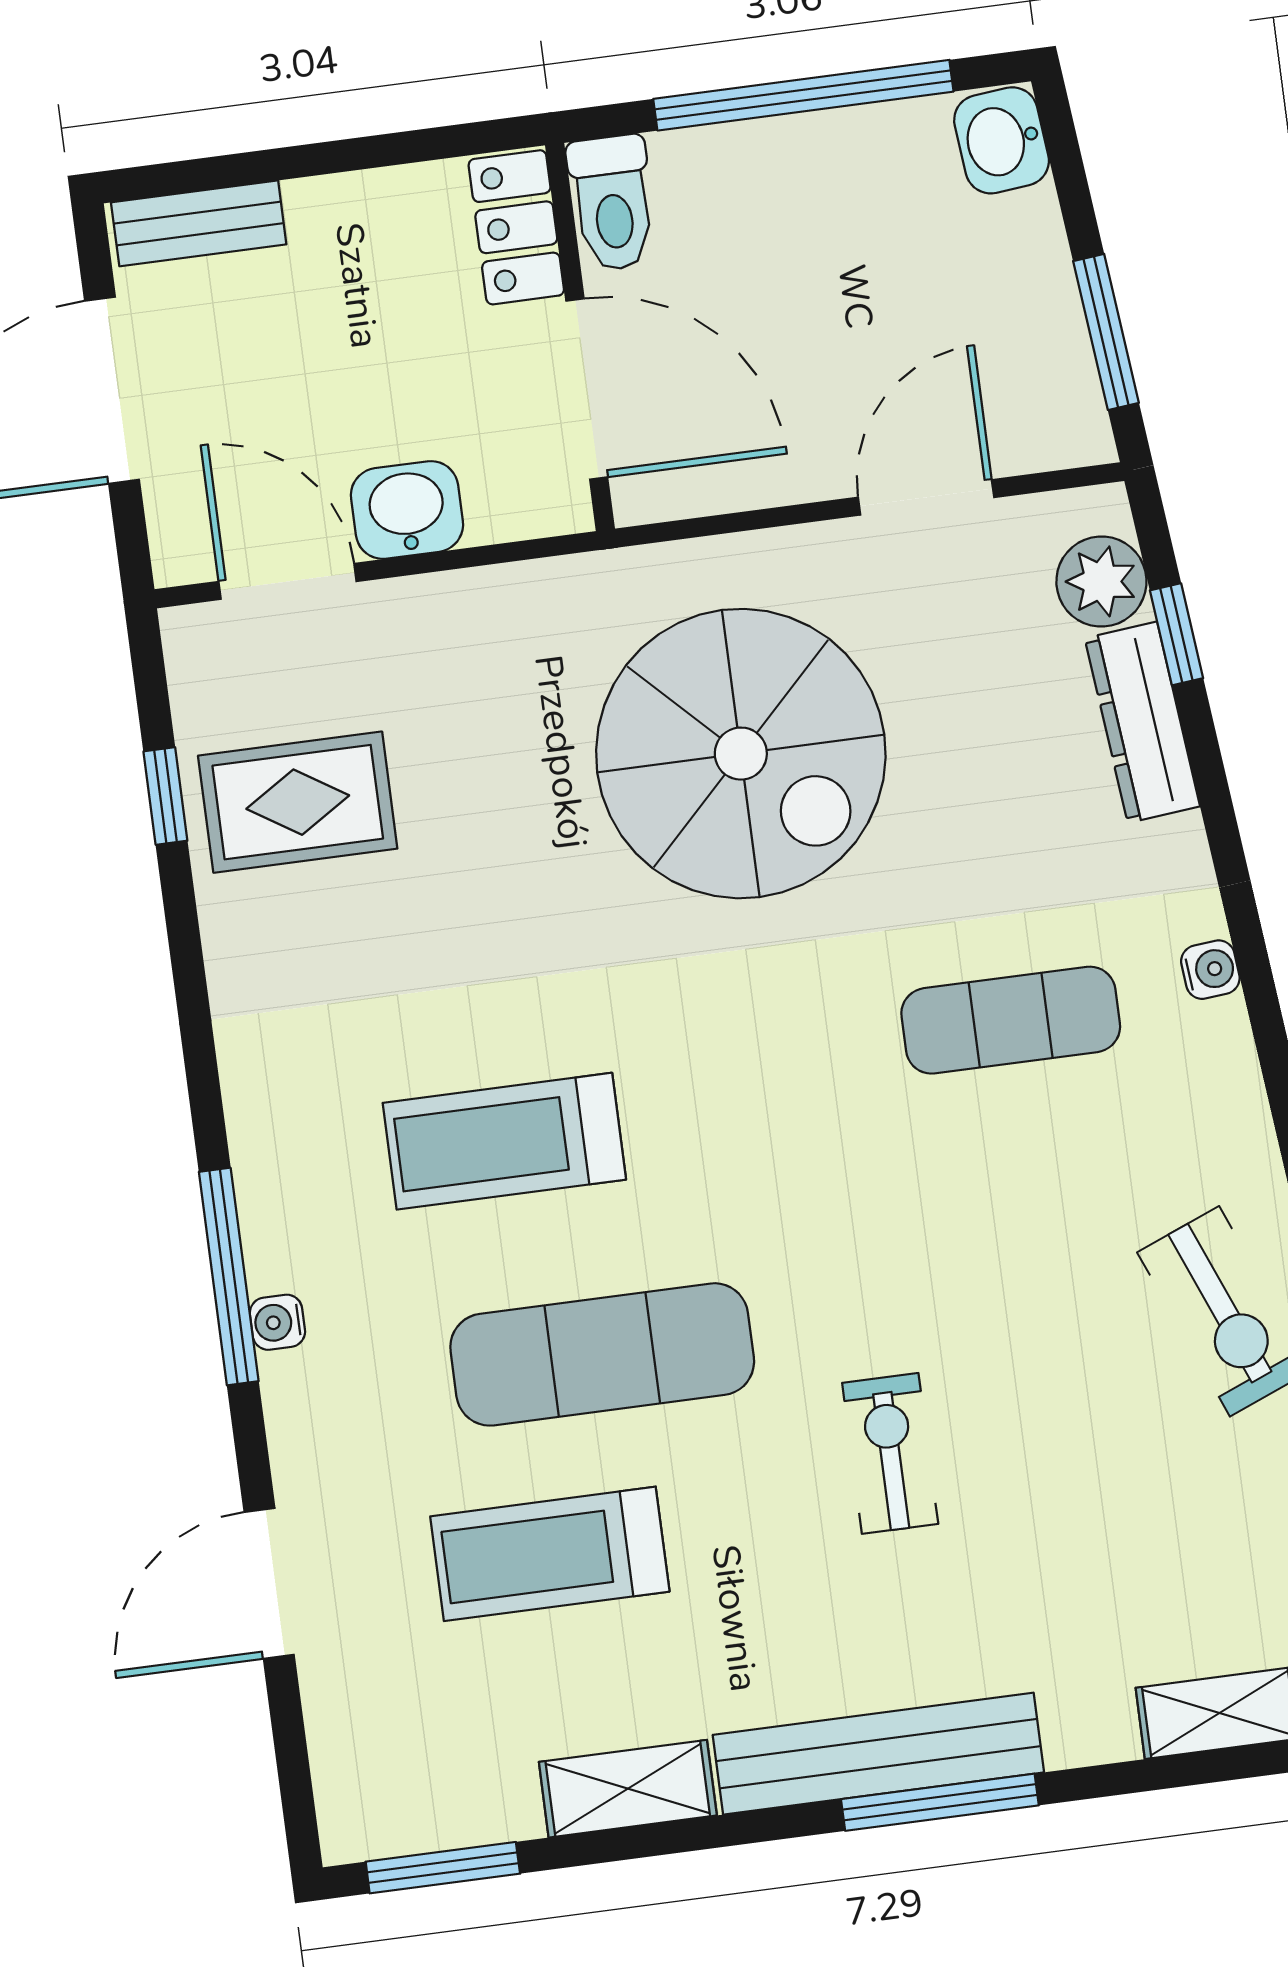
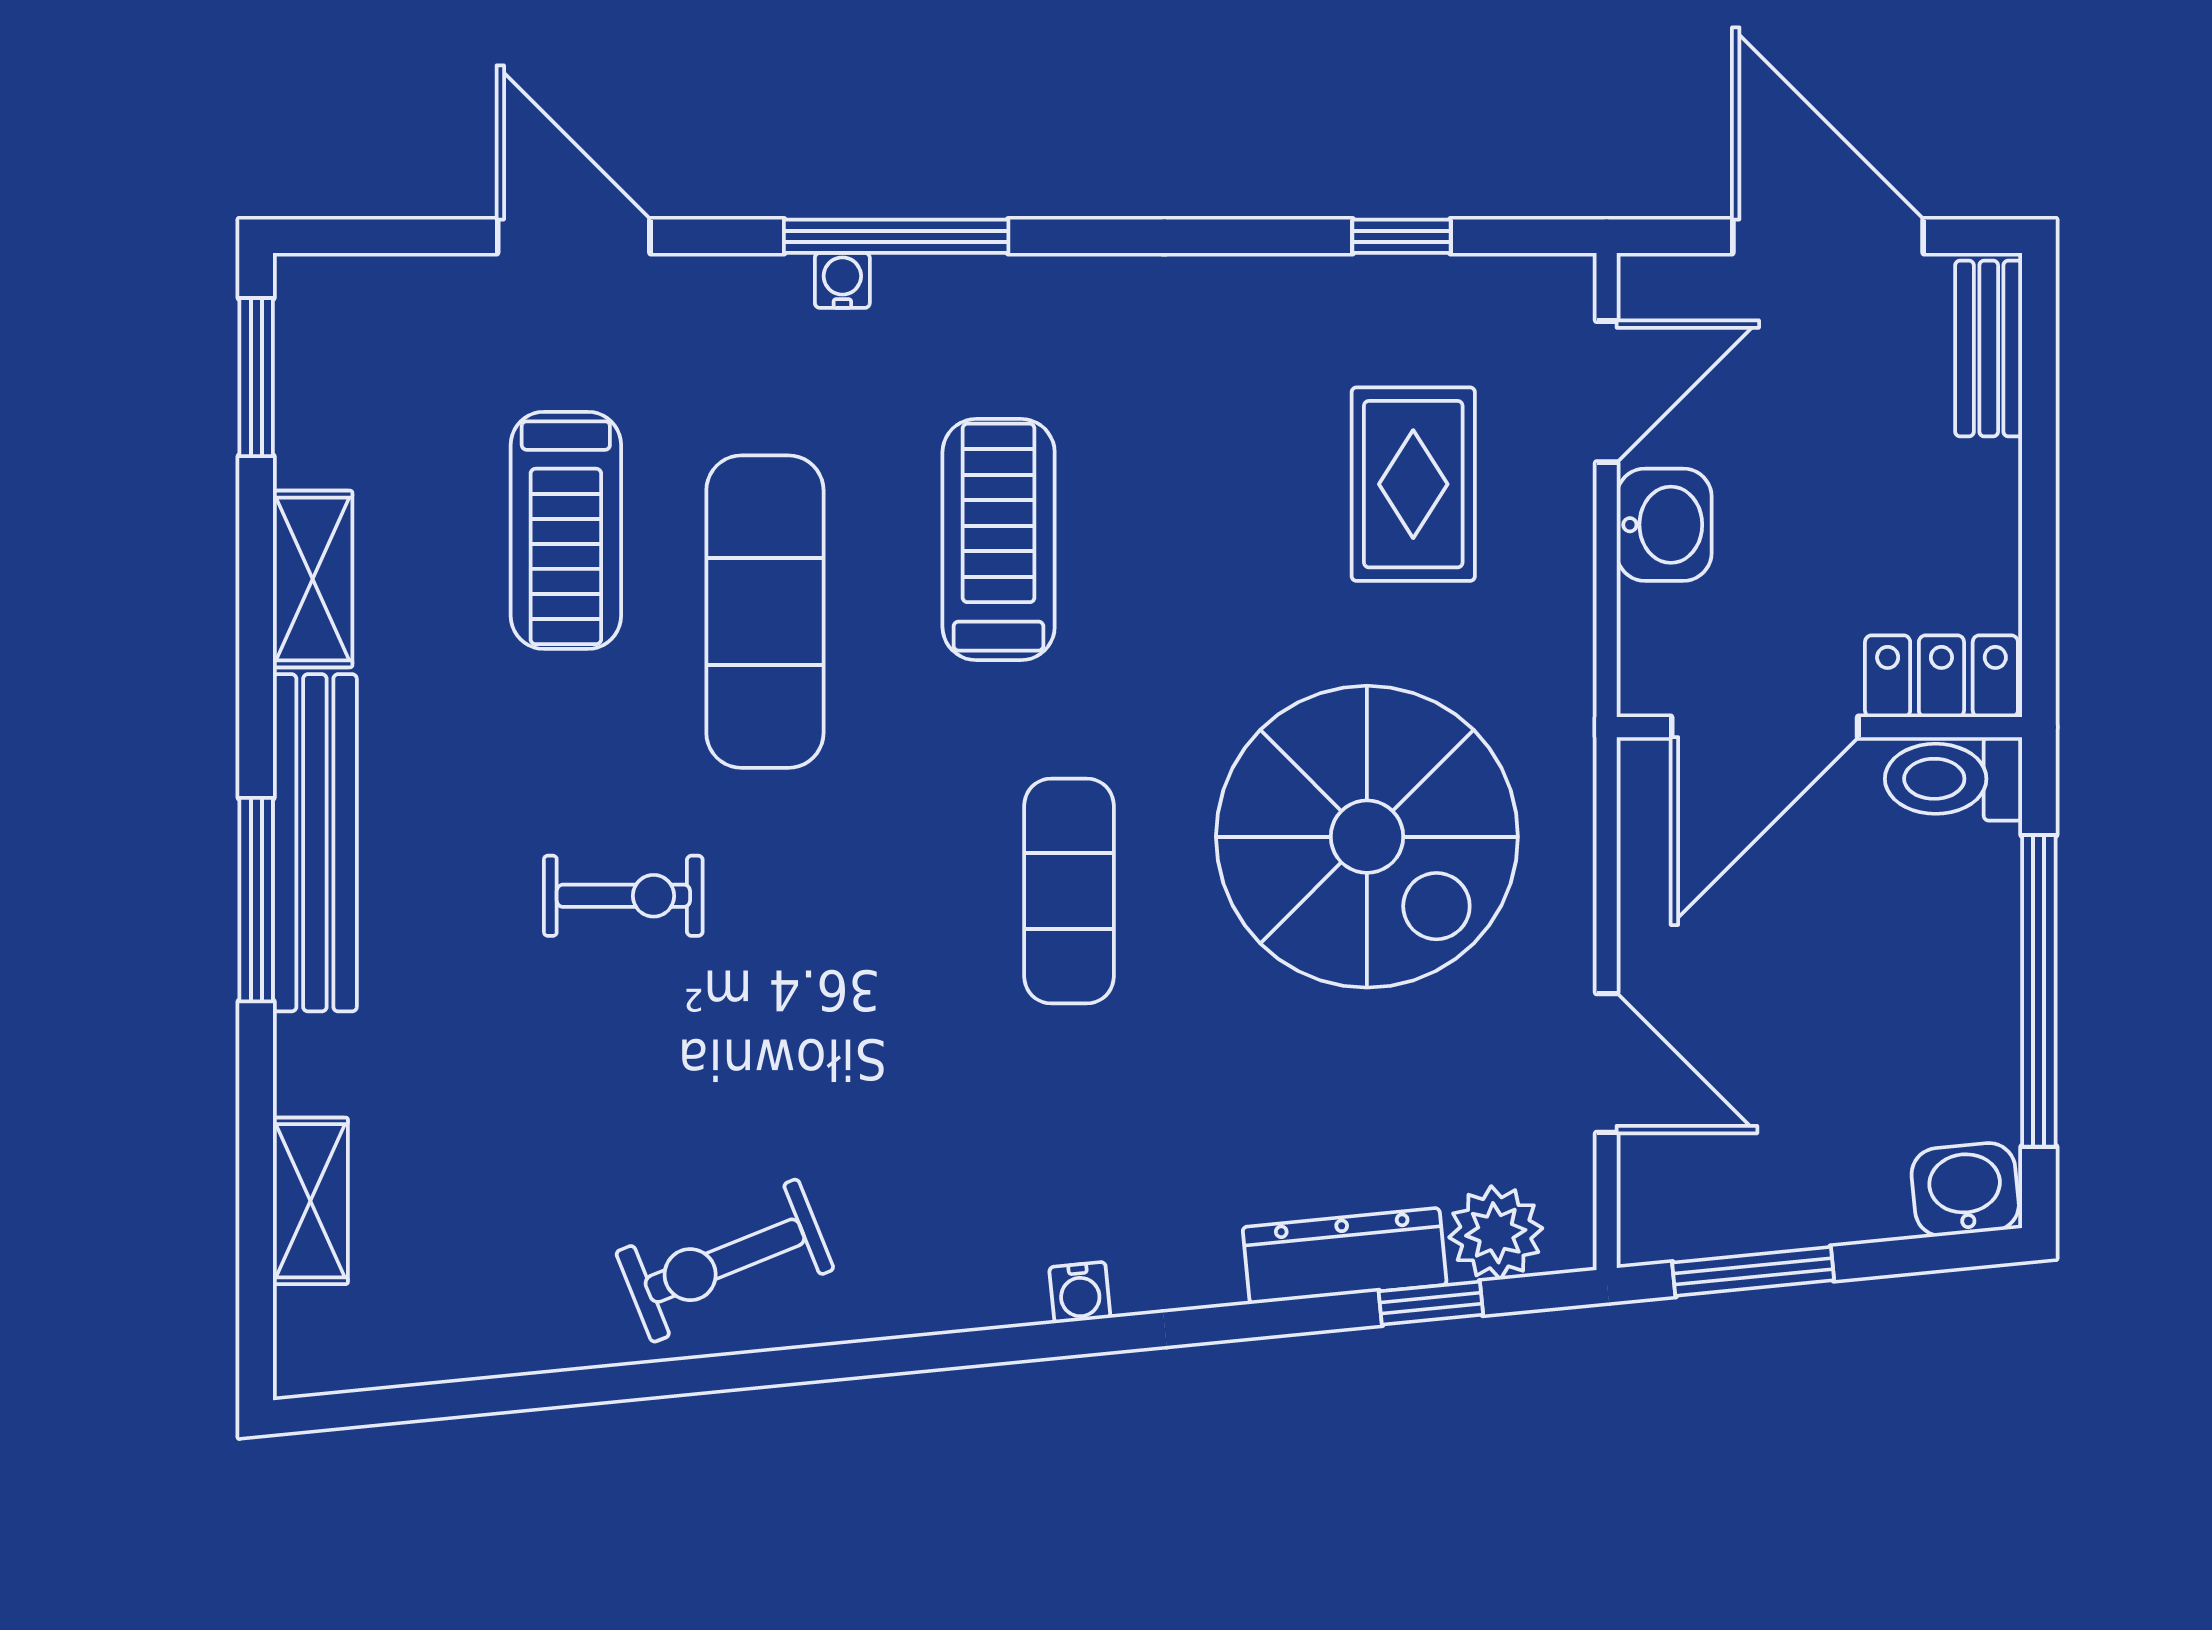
spiral stairs: (741, 754) -> (1367, 837), turned -90
rug: (298, 802) -> (1413, 484), moved
exercise mat: (1011, 1020) -> (1069, 891), moved
treadmill: (550, 1554) -> (566, 530), turned 180

